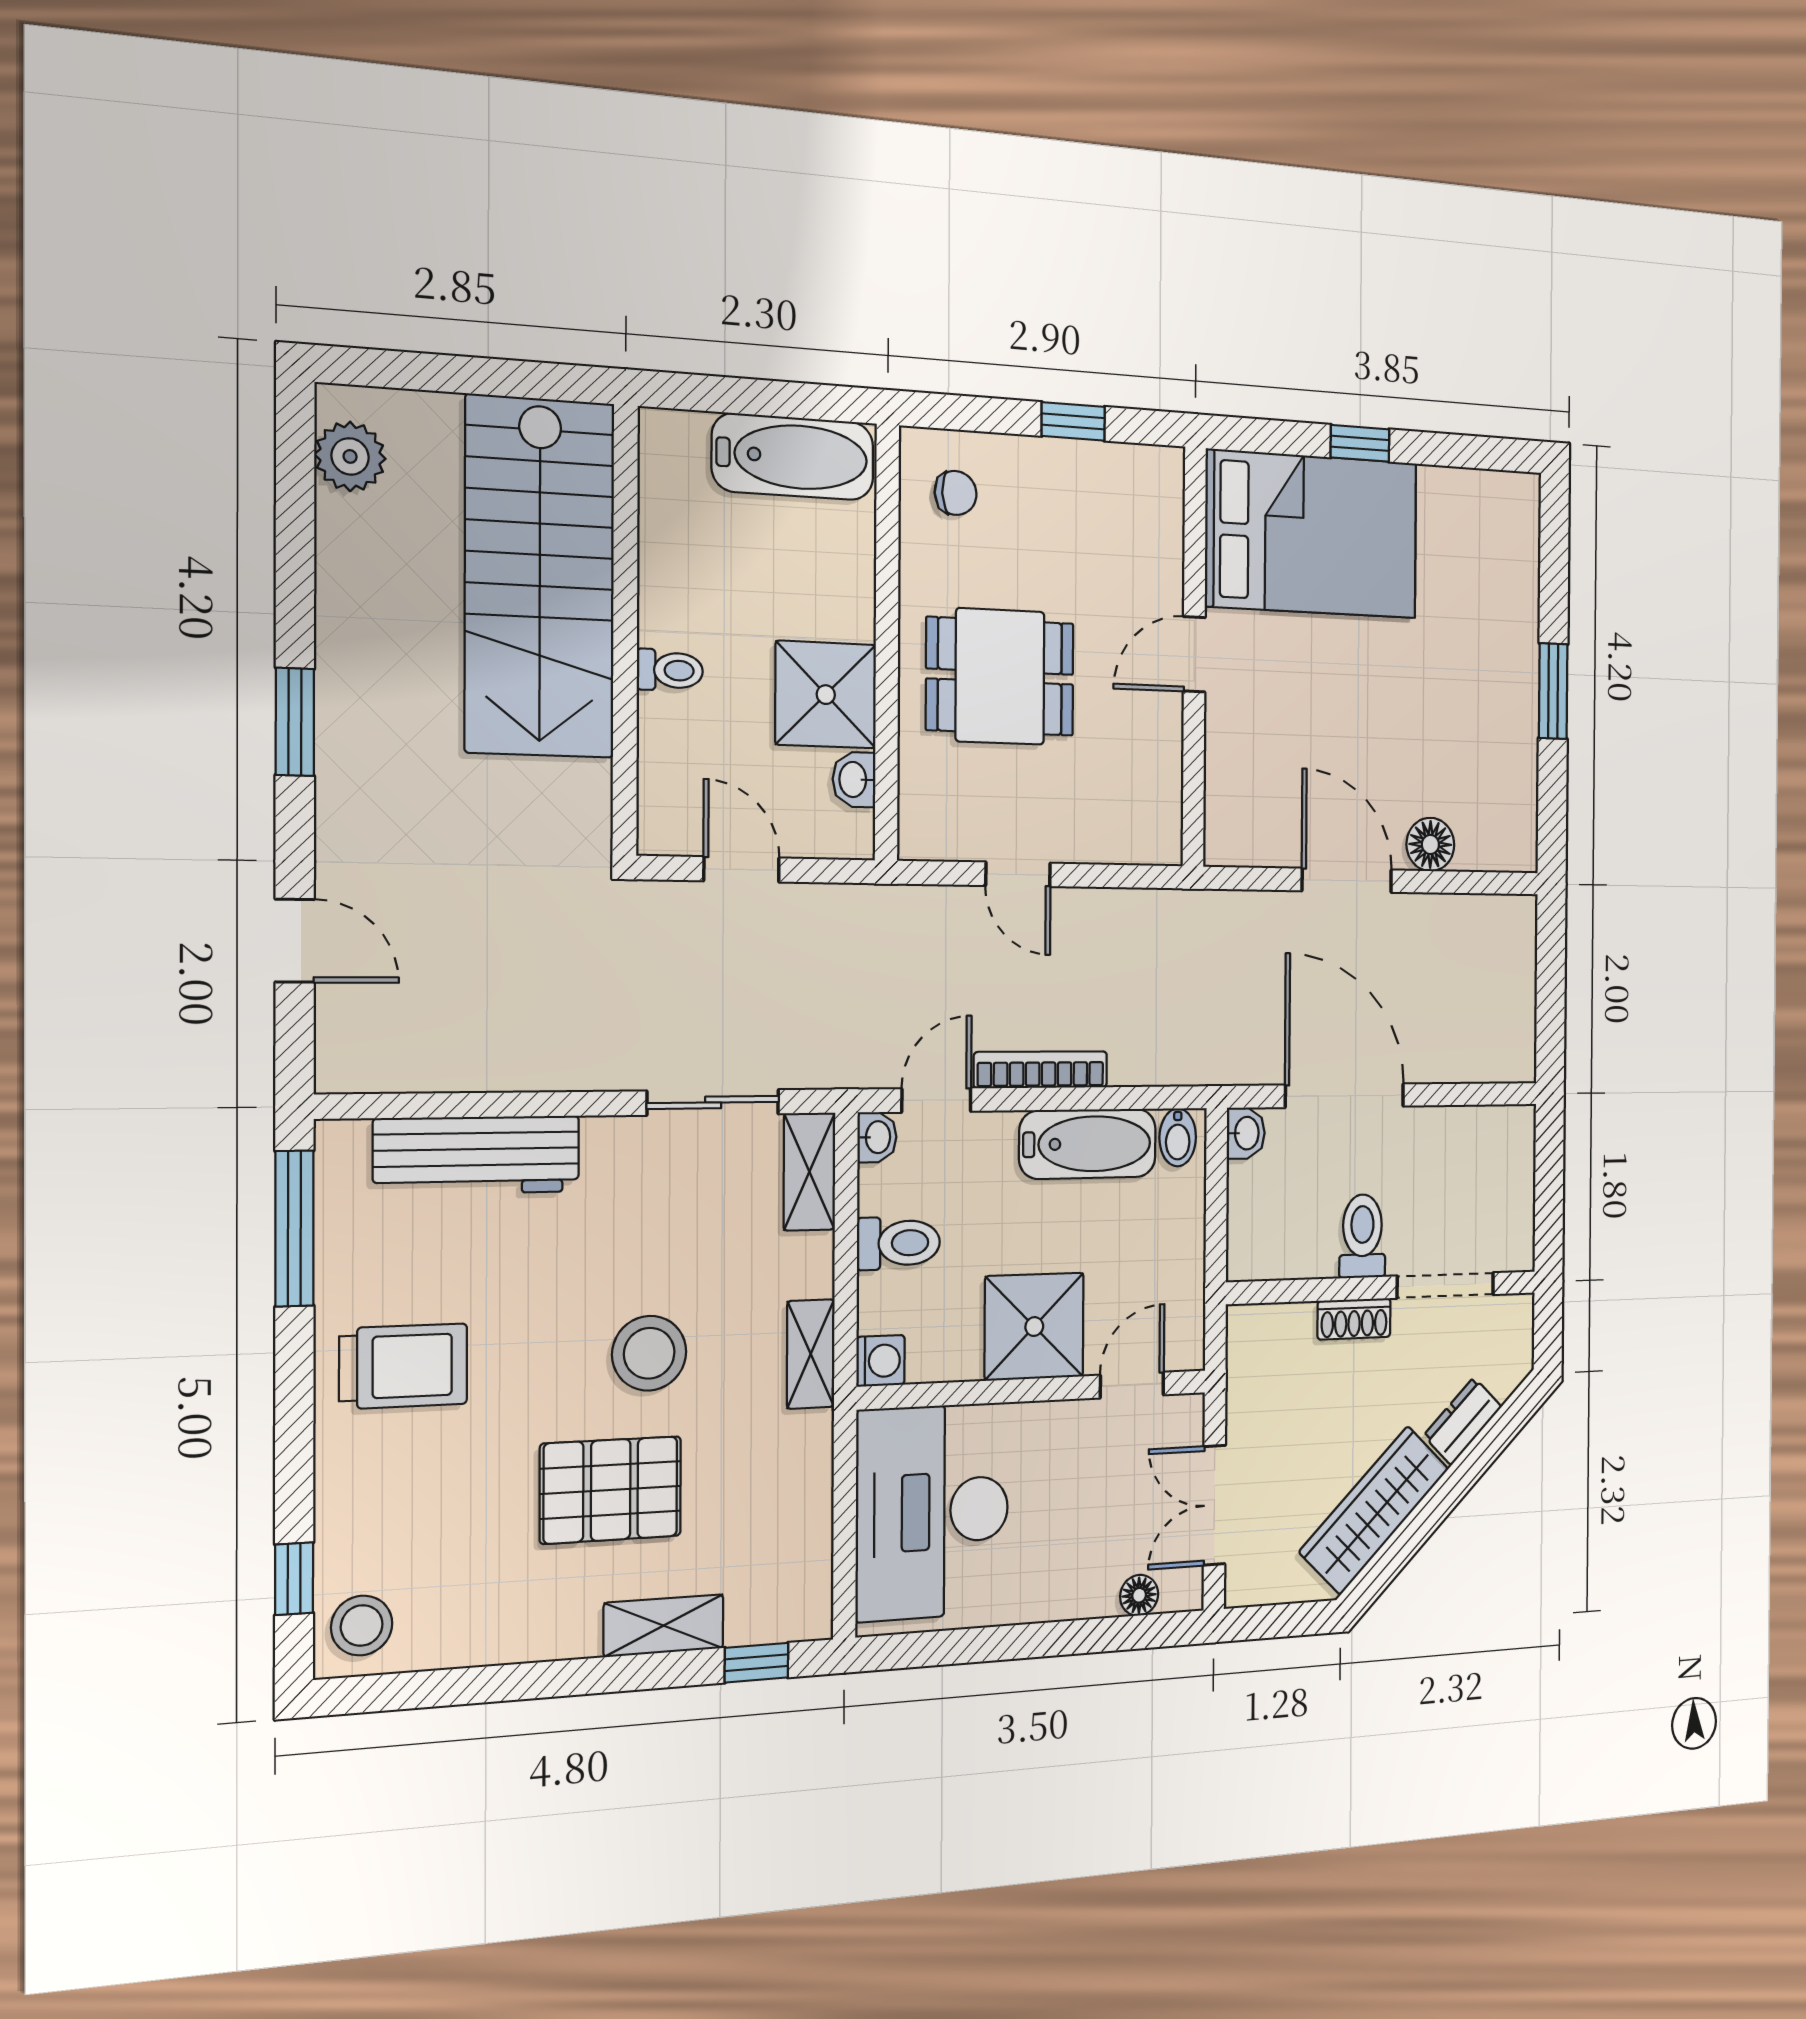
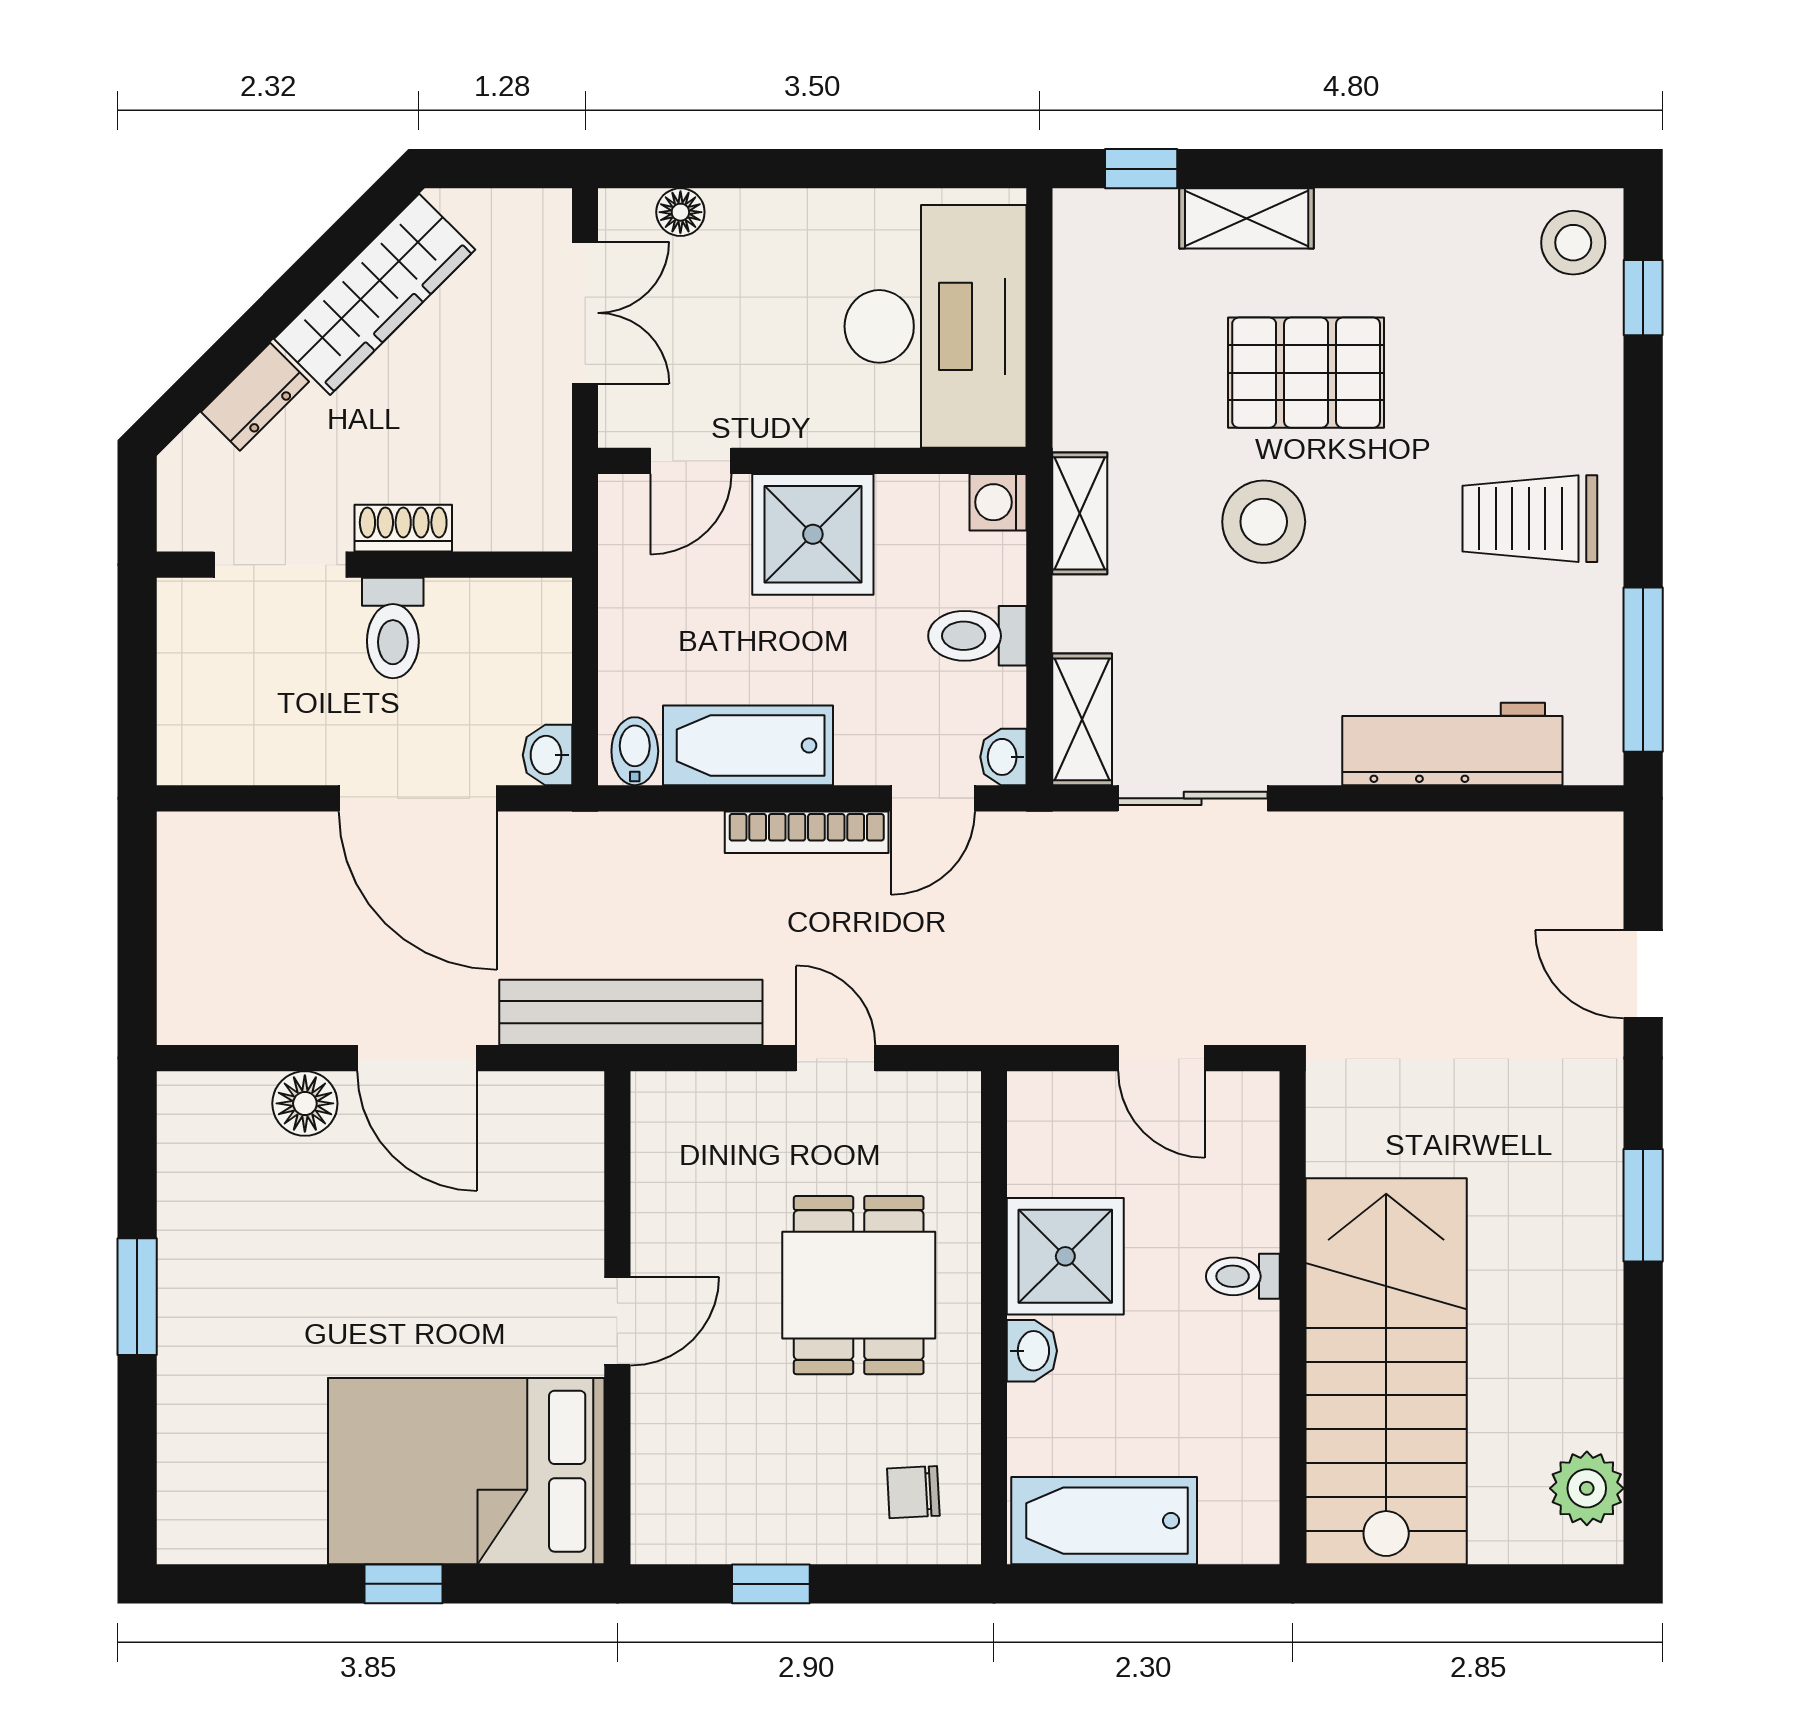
dining table: (1000, 677) -> (859, 1285), turned 90
washbasin: (854, 779) -> (1032, 1351), moved
bench: (1182, 916) -> (631, 1012), added

